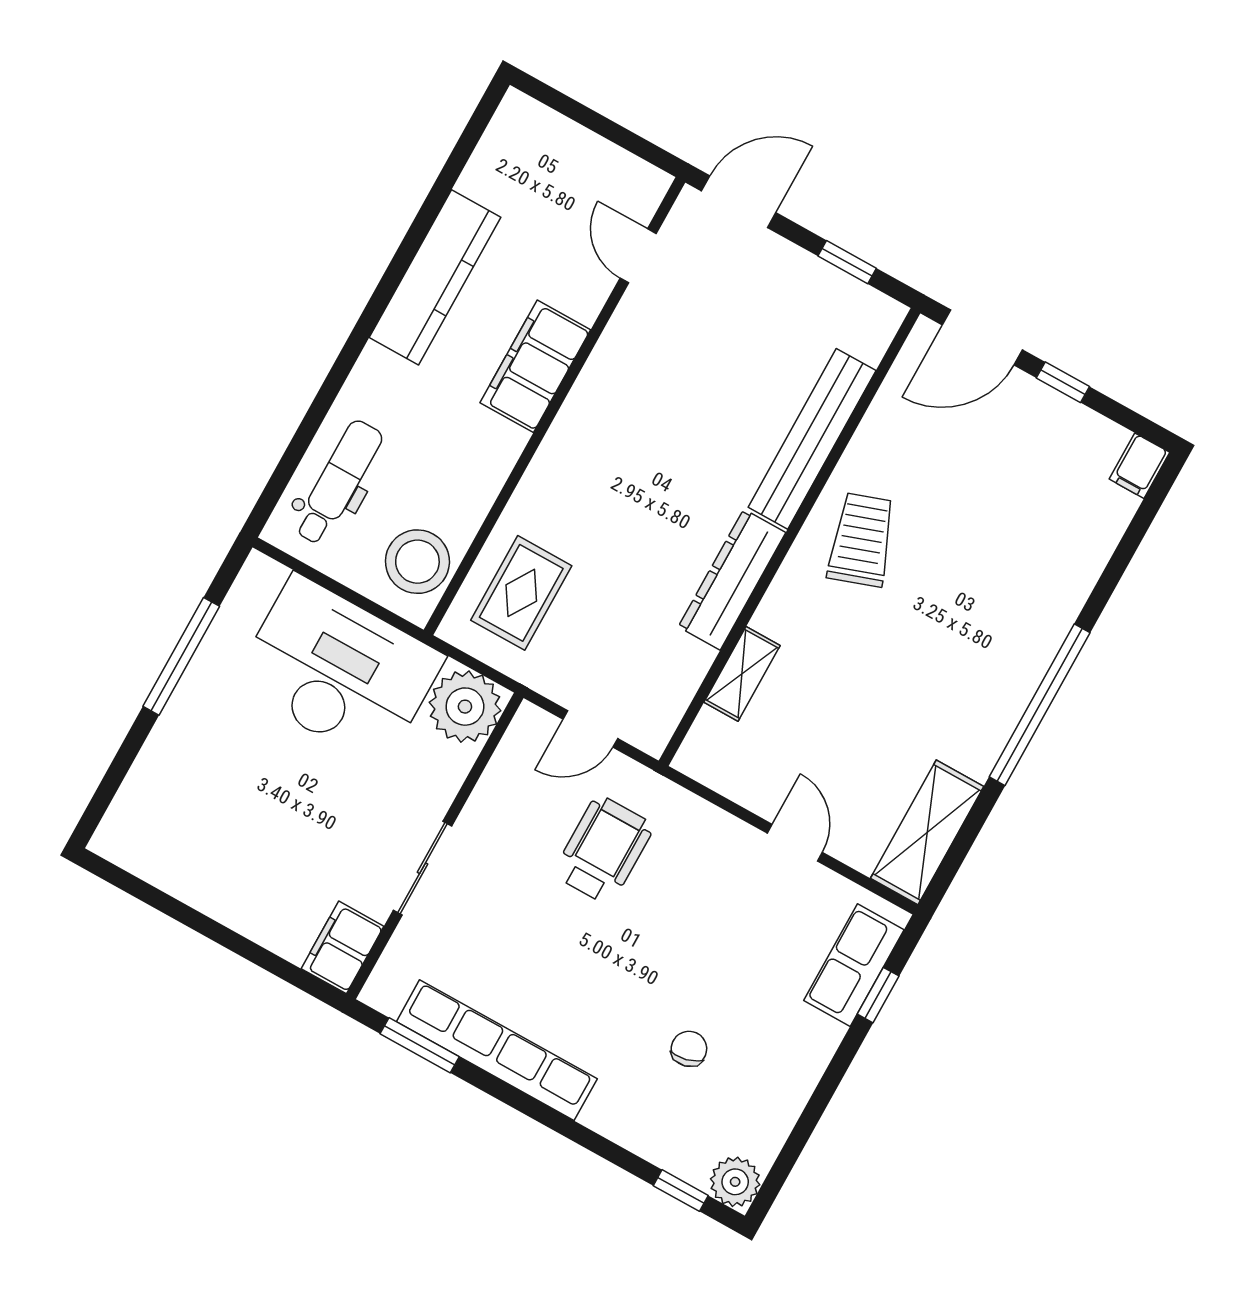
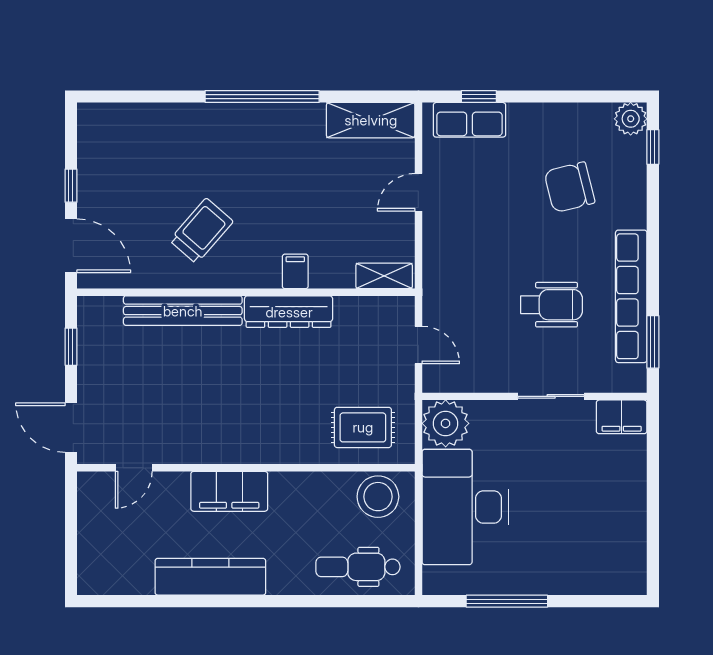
filing cabinet: (1139, 466) -> (295, 271), moved, turned -90
trolley: (862, 540) -> (201, 231), moved, turned 150
shelving: (742, 674) -> (384, 276), moved
wheelchair: (604, 850) -> (552, 305), moved, turned 180
chair: (689, 1049) -> (569, 187), width x1.87, depth x1.87

